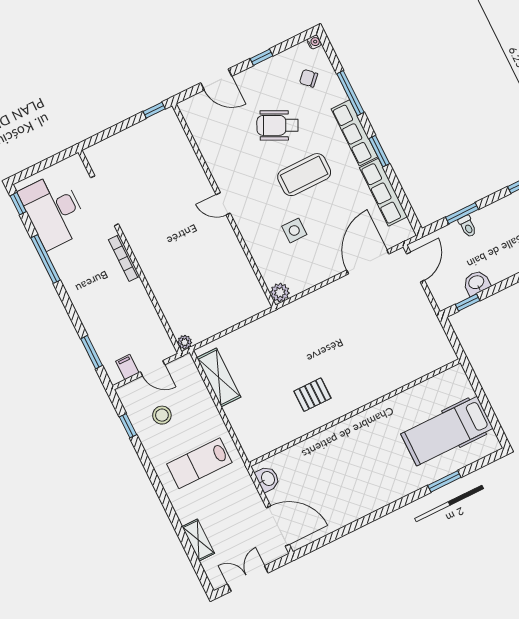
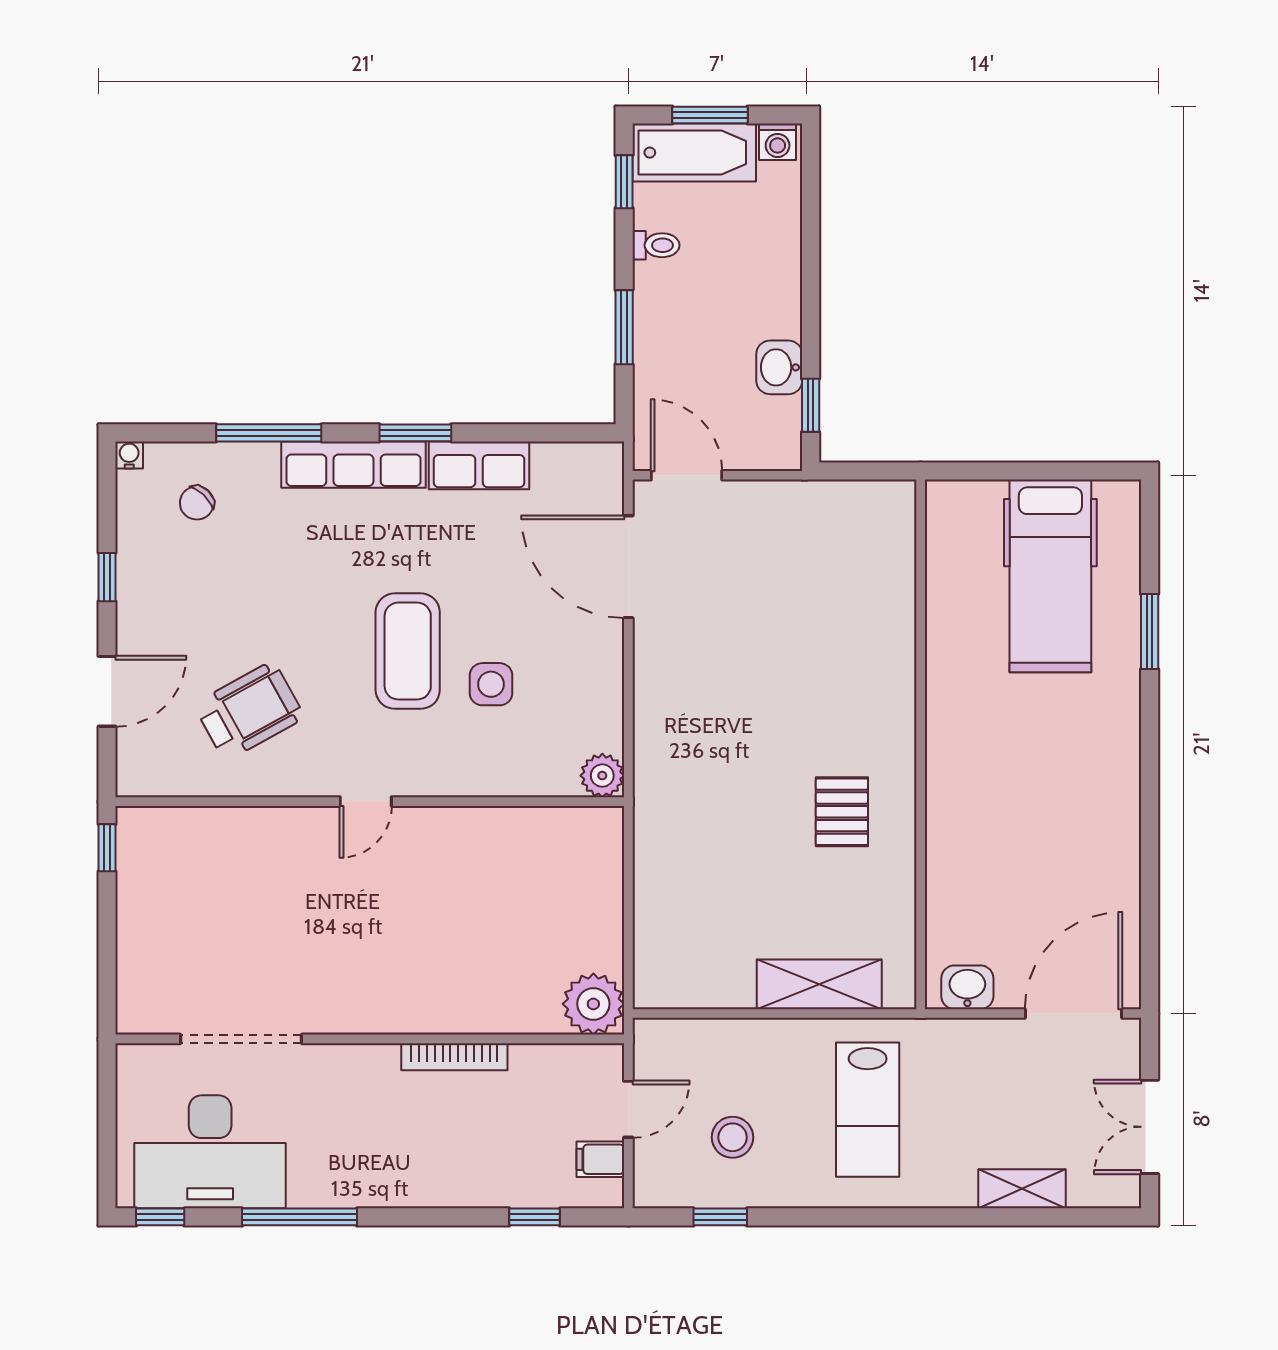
wheelchair: (278, 125) -> (249, 711), moved, turned -145
coffee table: (304, 175) -> (408, 651), moved
row of seats: (383, 192) -> (479, 465), width x0.68
toilet: (467, 226) -> (656, 245), moved
bookcase: (124, 258) -> (454, 1057), moved
plant: (185, 342) -> (593, 1004), width x1.87, depth x1.87
window: (92, 352) -> (534, 1217), width x0.67
shelving: (219, 377) -> (819, 984), moved

